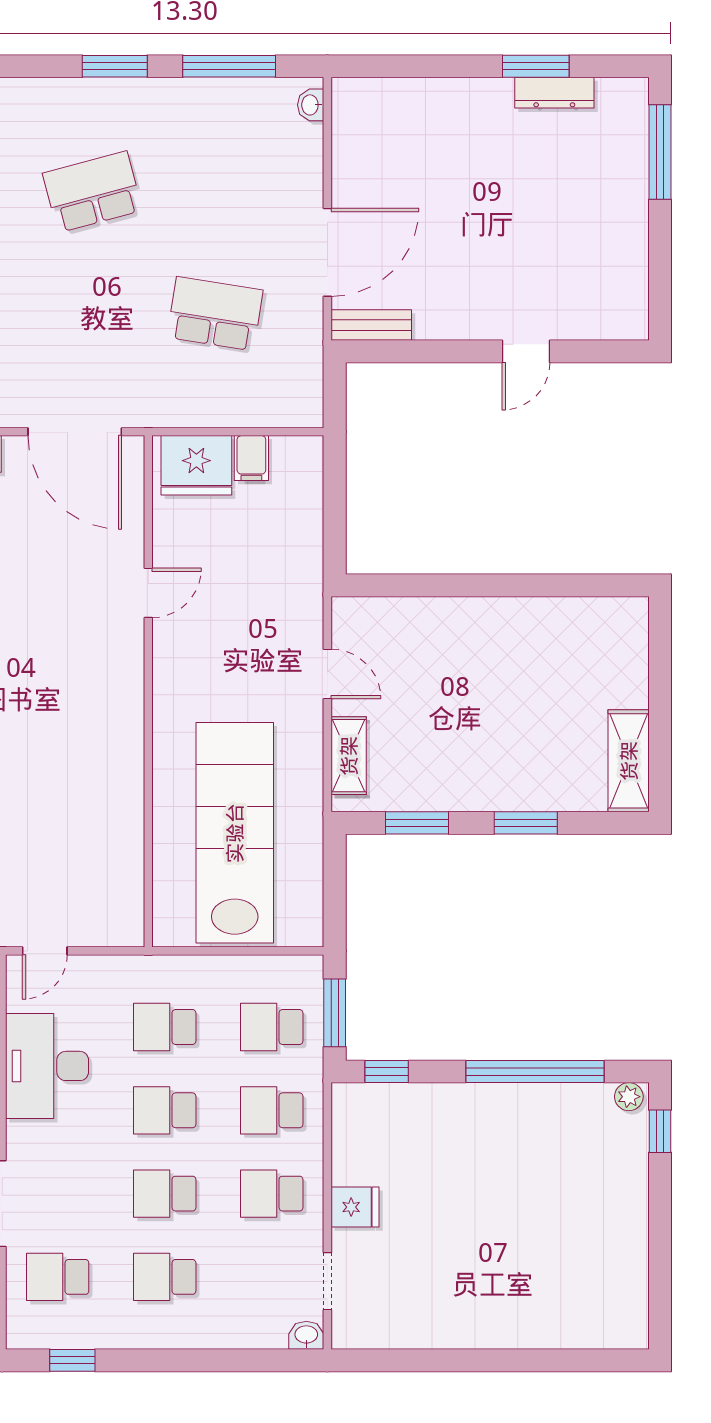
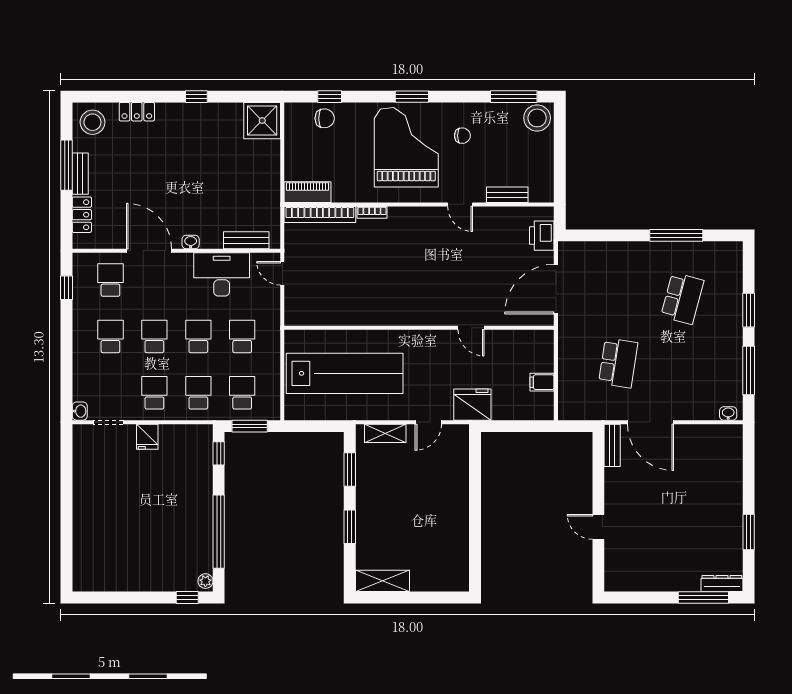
dresser: (554, 93) -> (722, 584), moved, turned 90
school desk: (92, 192) -> (682, 298), turned 30
fridge: (196, 465) -> (472, 405), moved, turned 90

